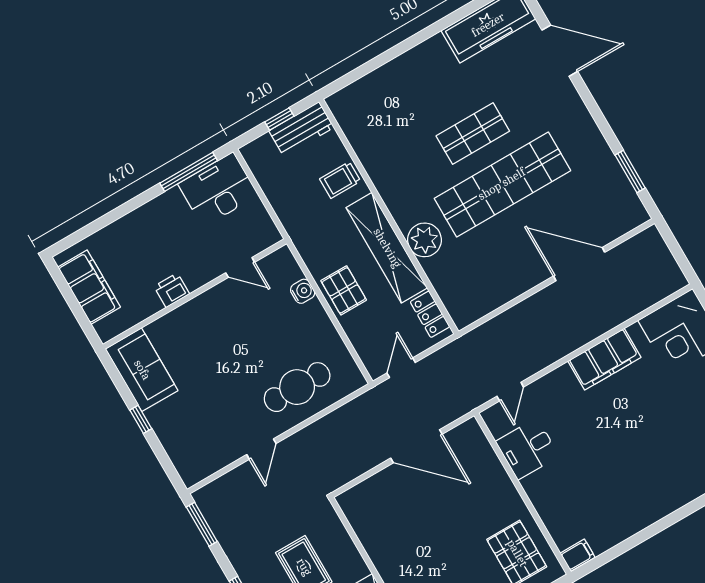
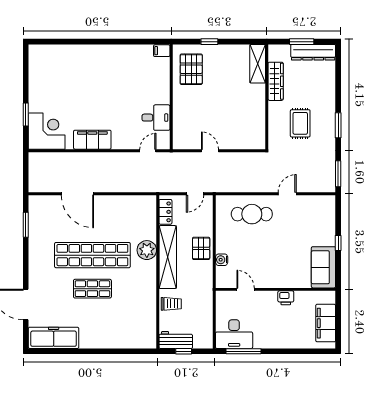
door: (416, 446) -> (210, 151), width x0.53

